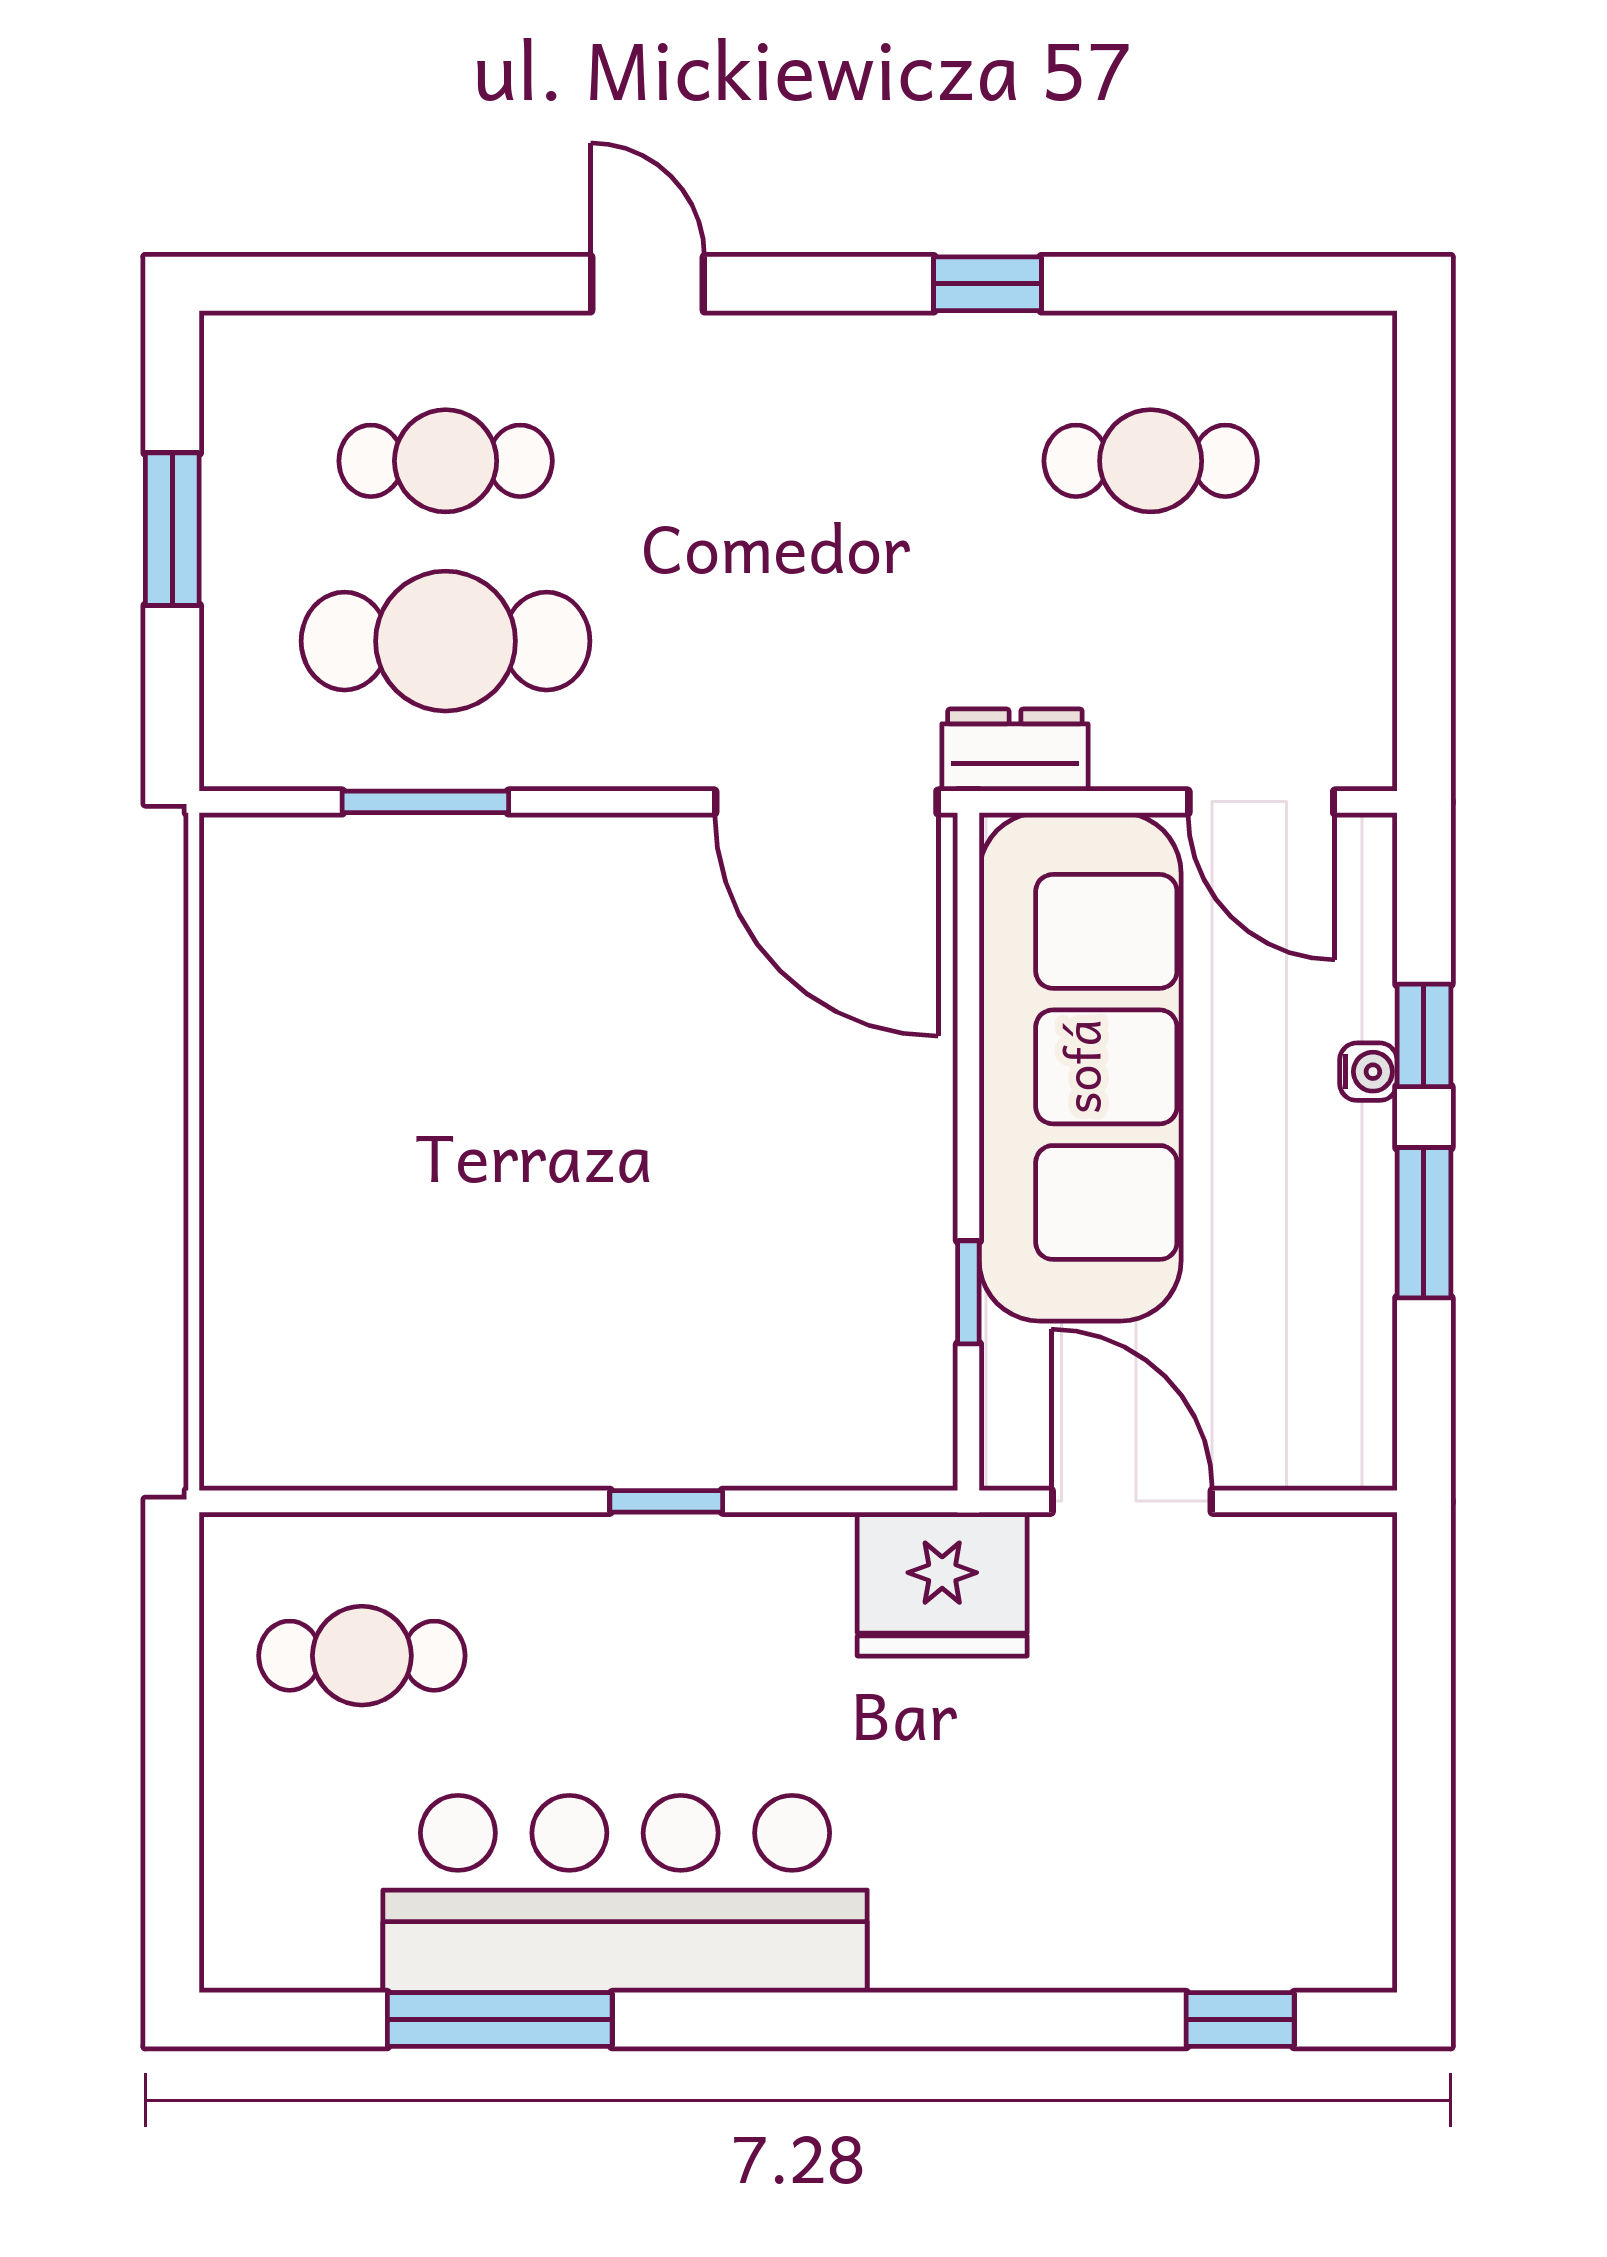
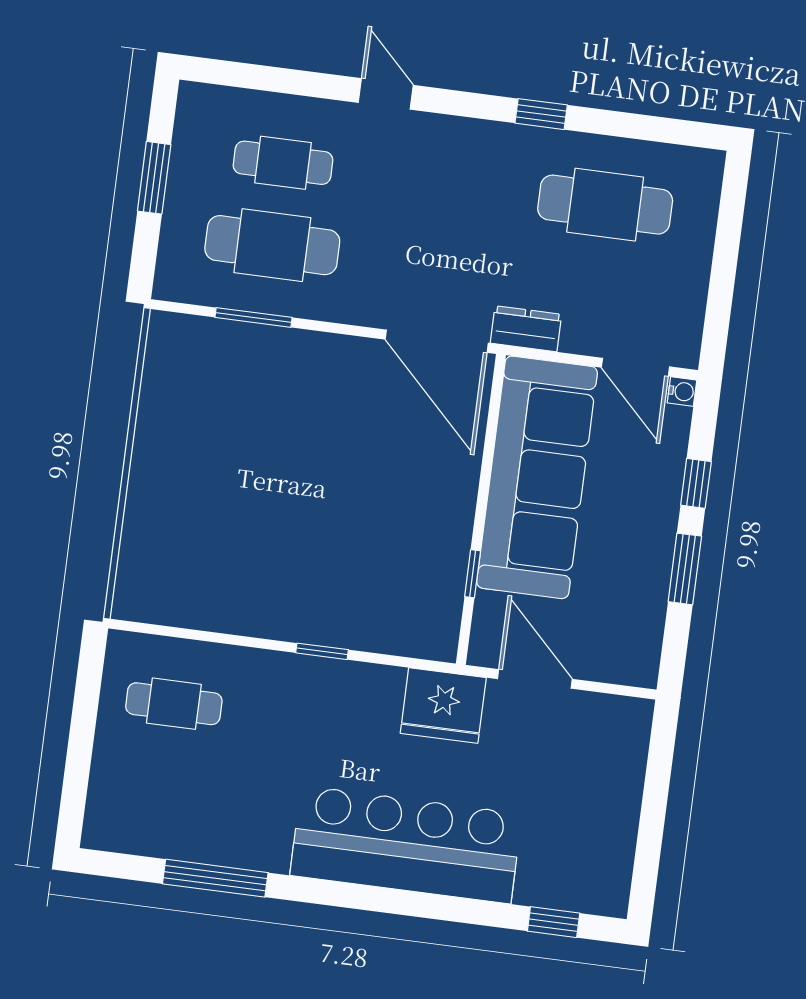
cafe table: (1151, 461) -> (605, 205), width x1.37, depth x1.35
water cooler: (1368, 1072) -> (682, 391), moved
bar counter: (625, 1894) -> (406, 845), moved

